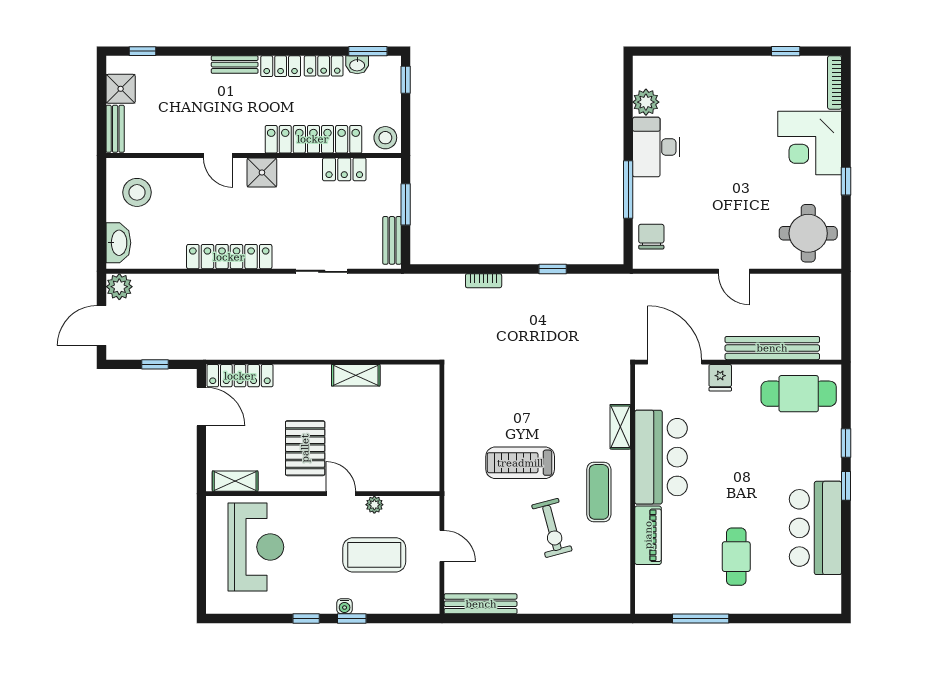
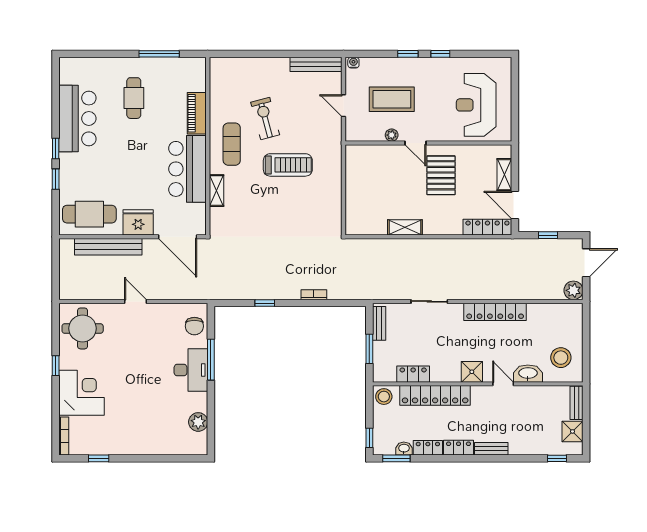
desk: (656, 147) -> (191, 370), moved
washbasin: (118, 243) -> (528, 374), moved, turned 90
fridge: (720, 378) -> (138, 222), width x1.88, depth x1.34
shelving: (235, 481) -> (504, 175), moved, turned 90
water cooler: (345, 606) -> (353, 63), moved

